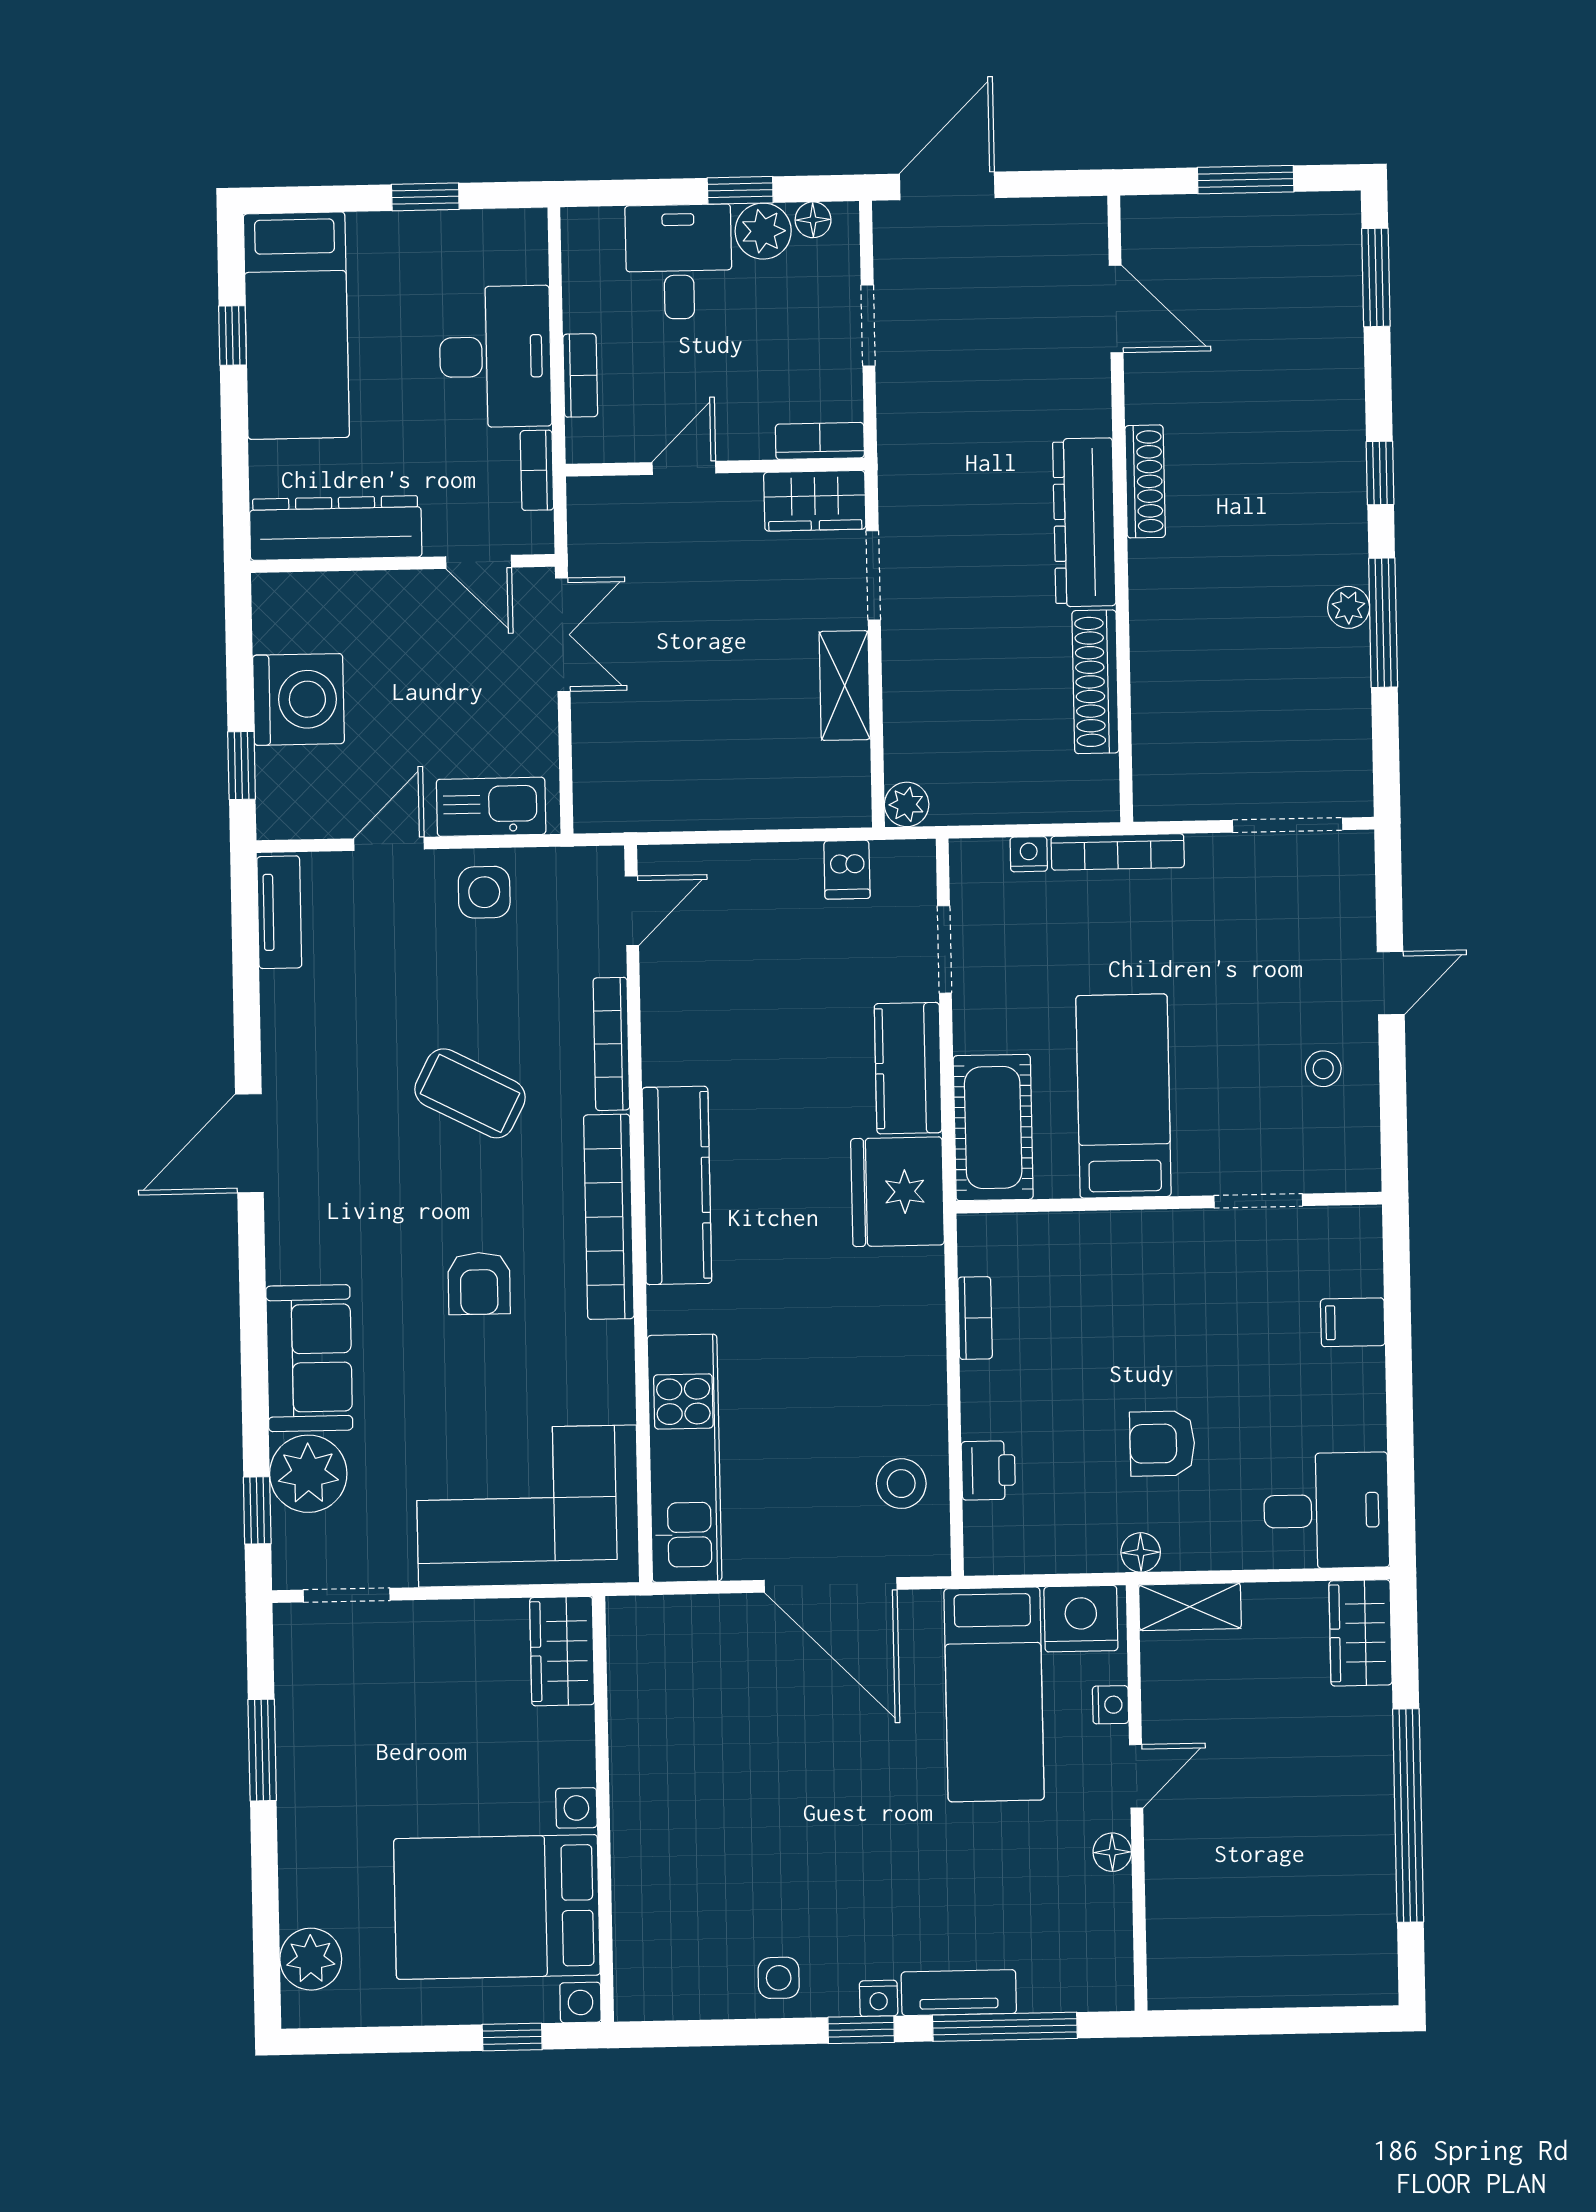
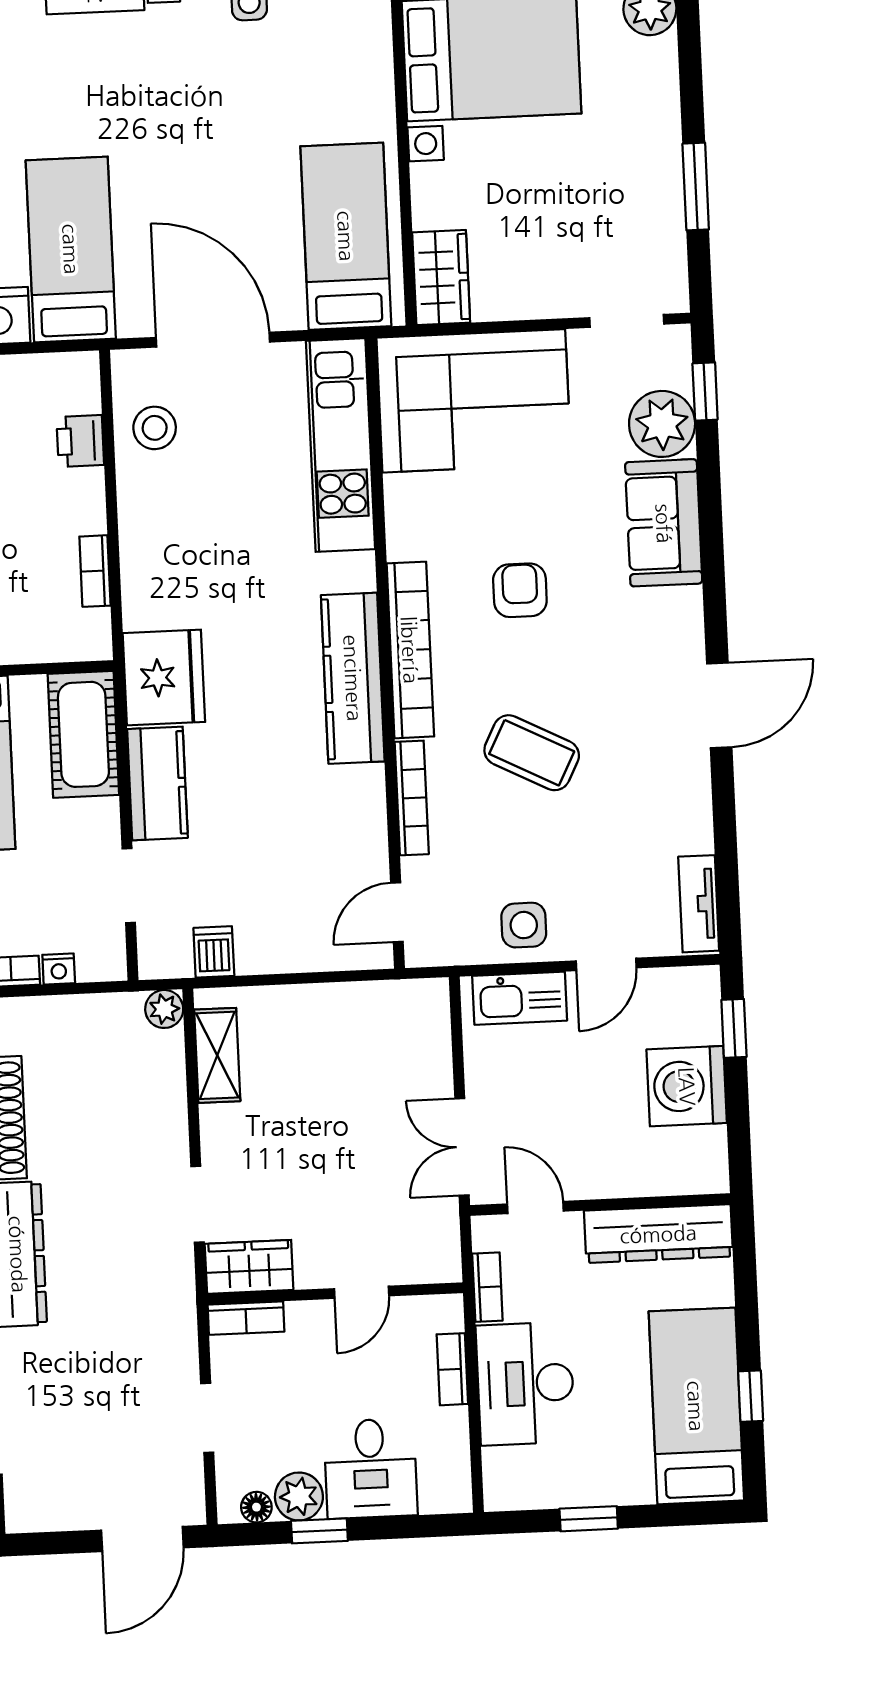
shelving: (845, 686) -> (217, 1055), moved
bed: (672, 1702) -> (346, 236), added

